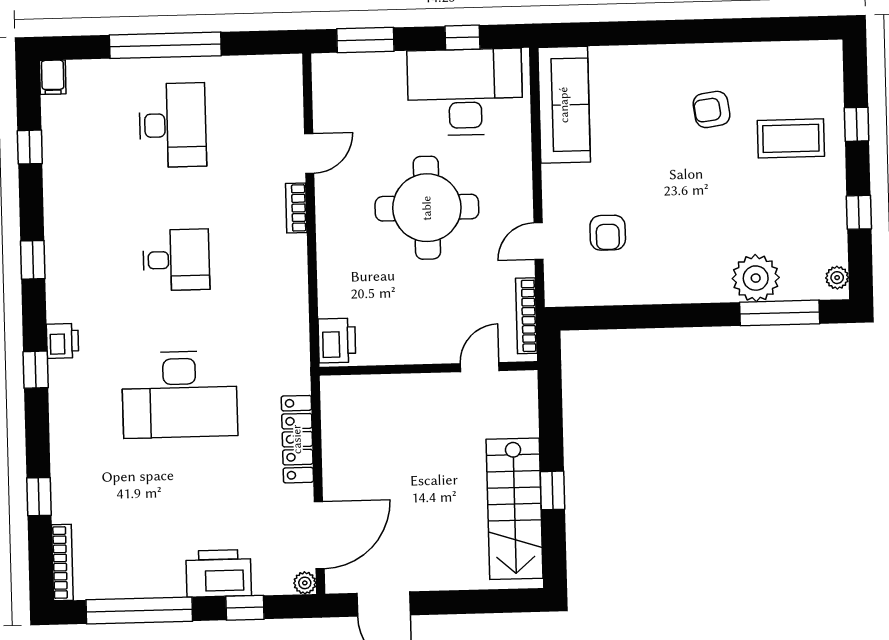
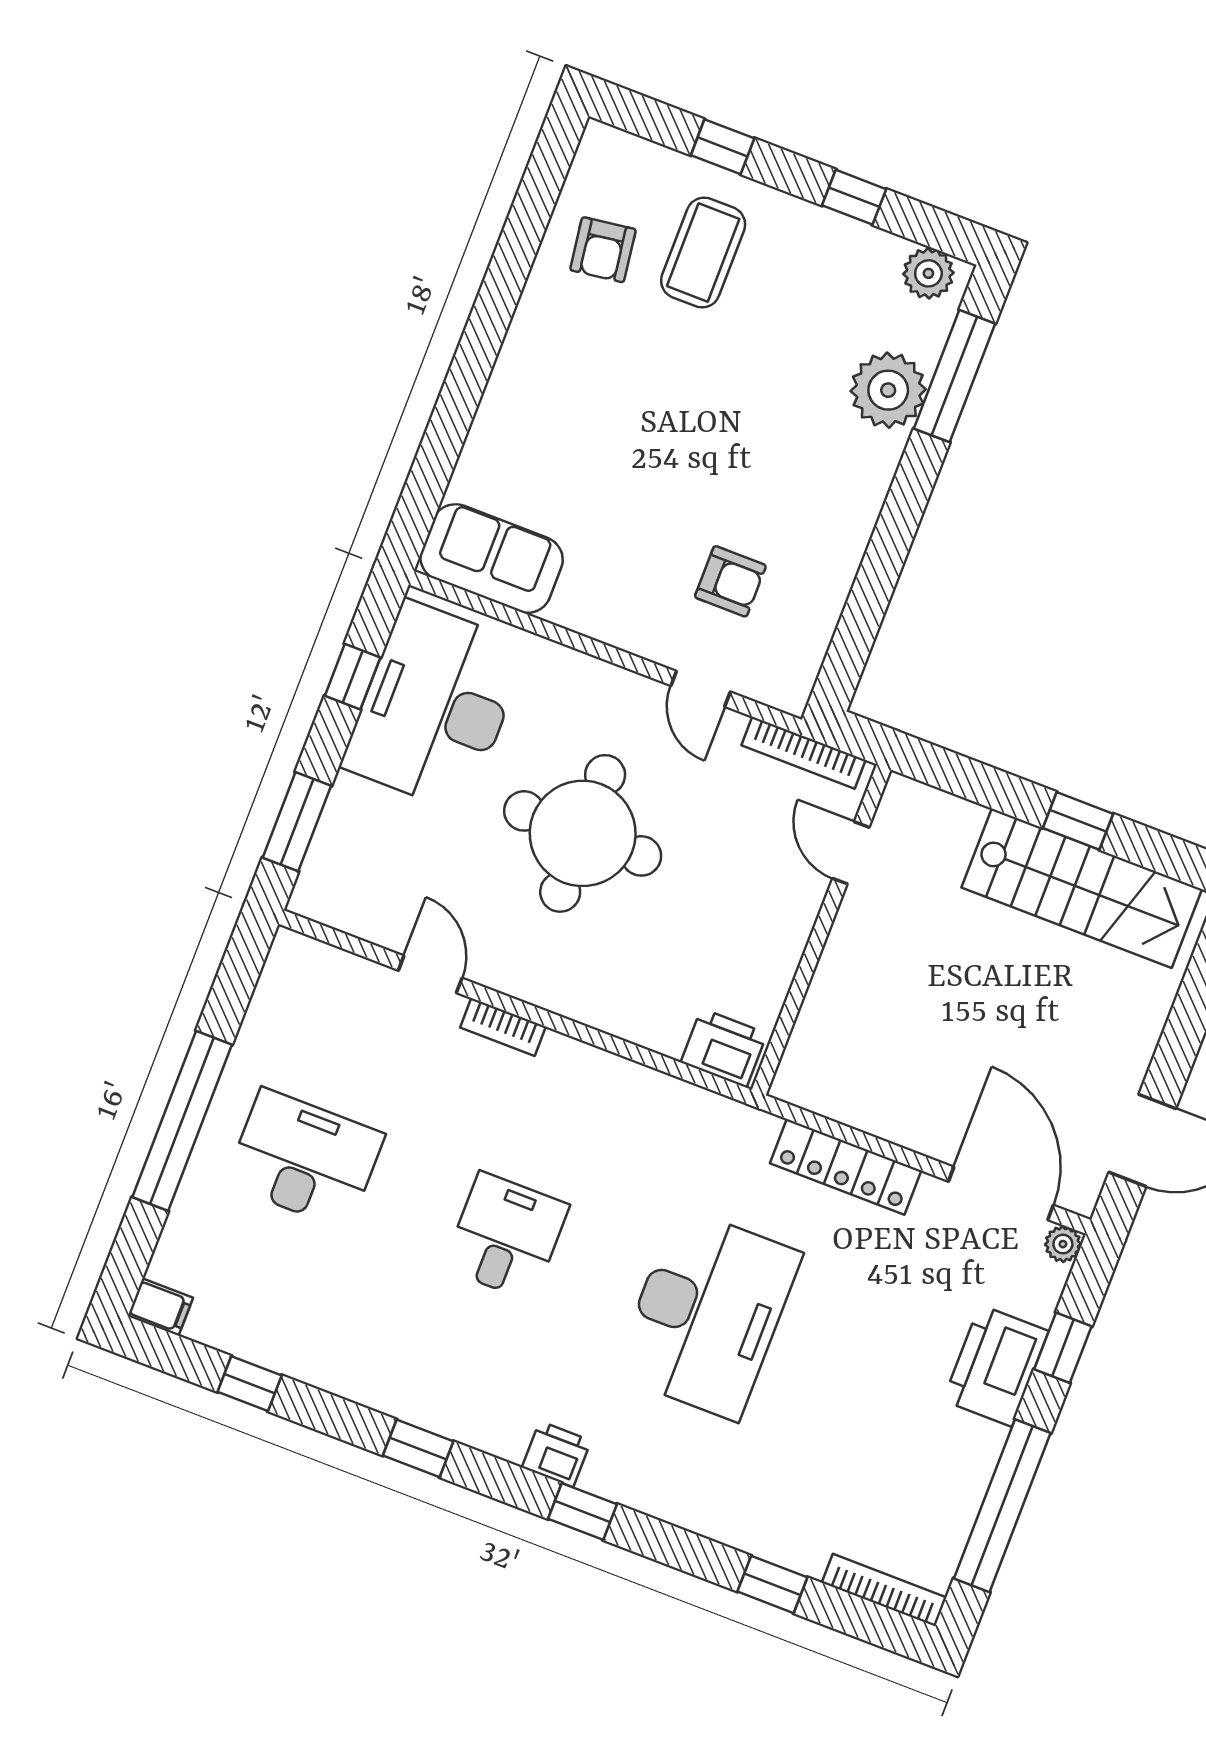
sofa: (564, 105) -> (492, 559), width x0.73
armchair: (712, 109) -> (603, 250), moved
plant: (837, 278) -> (928, 273), width x1.38, depth x1.38

